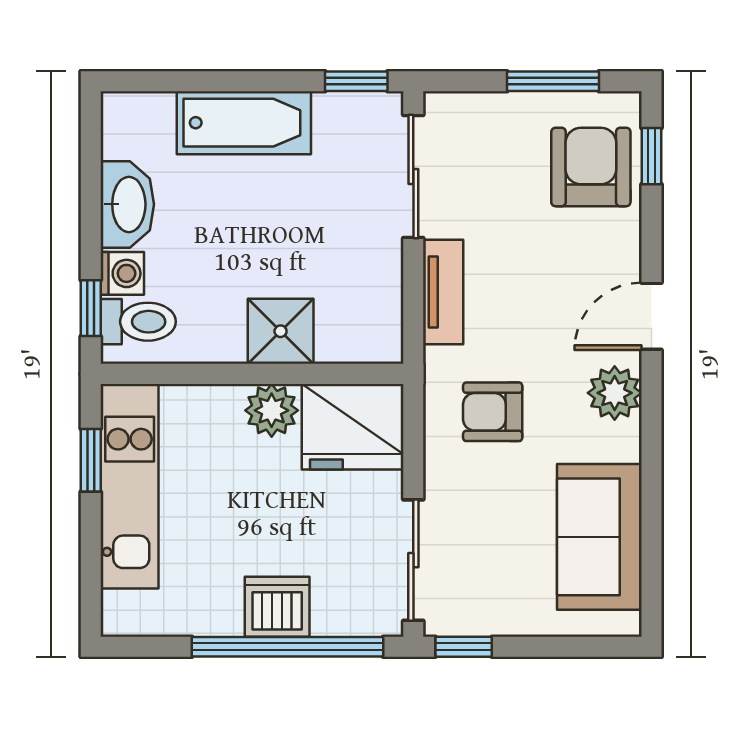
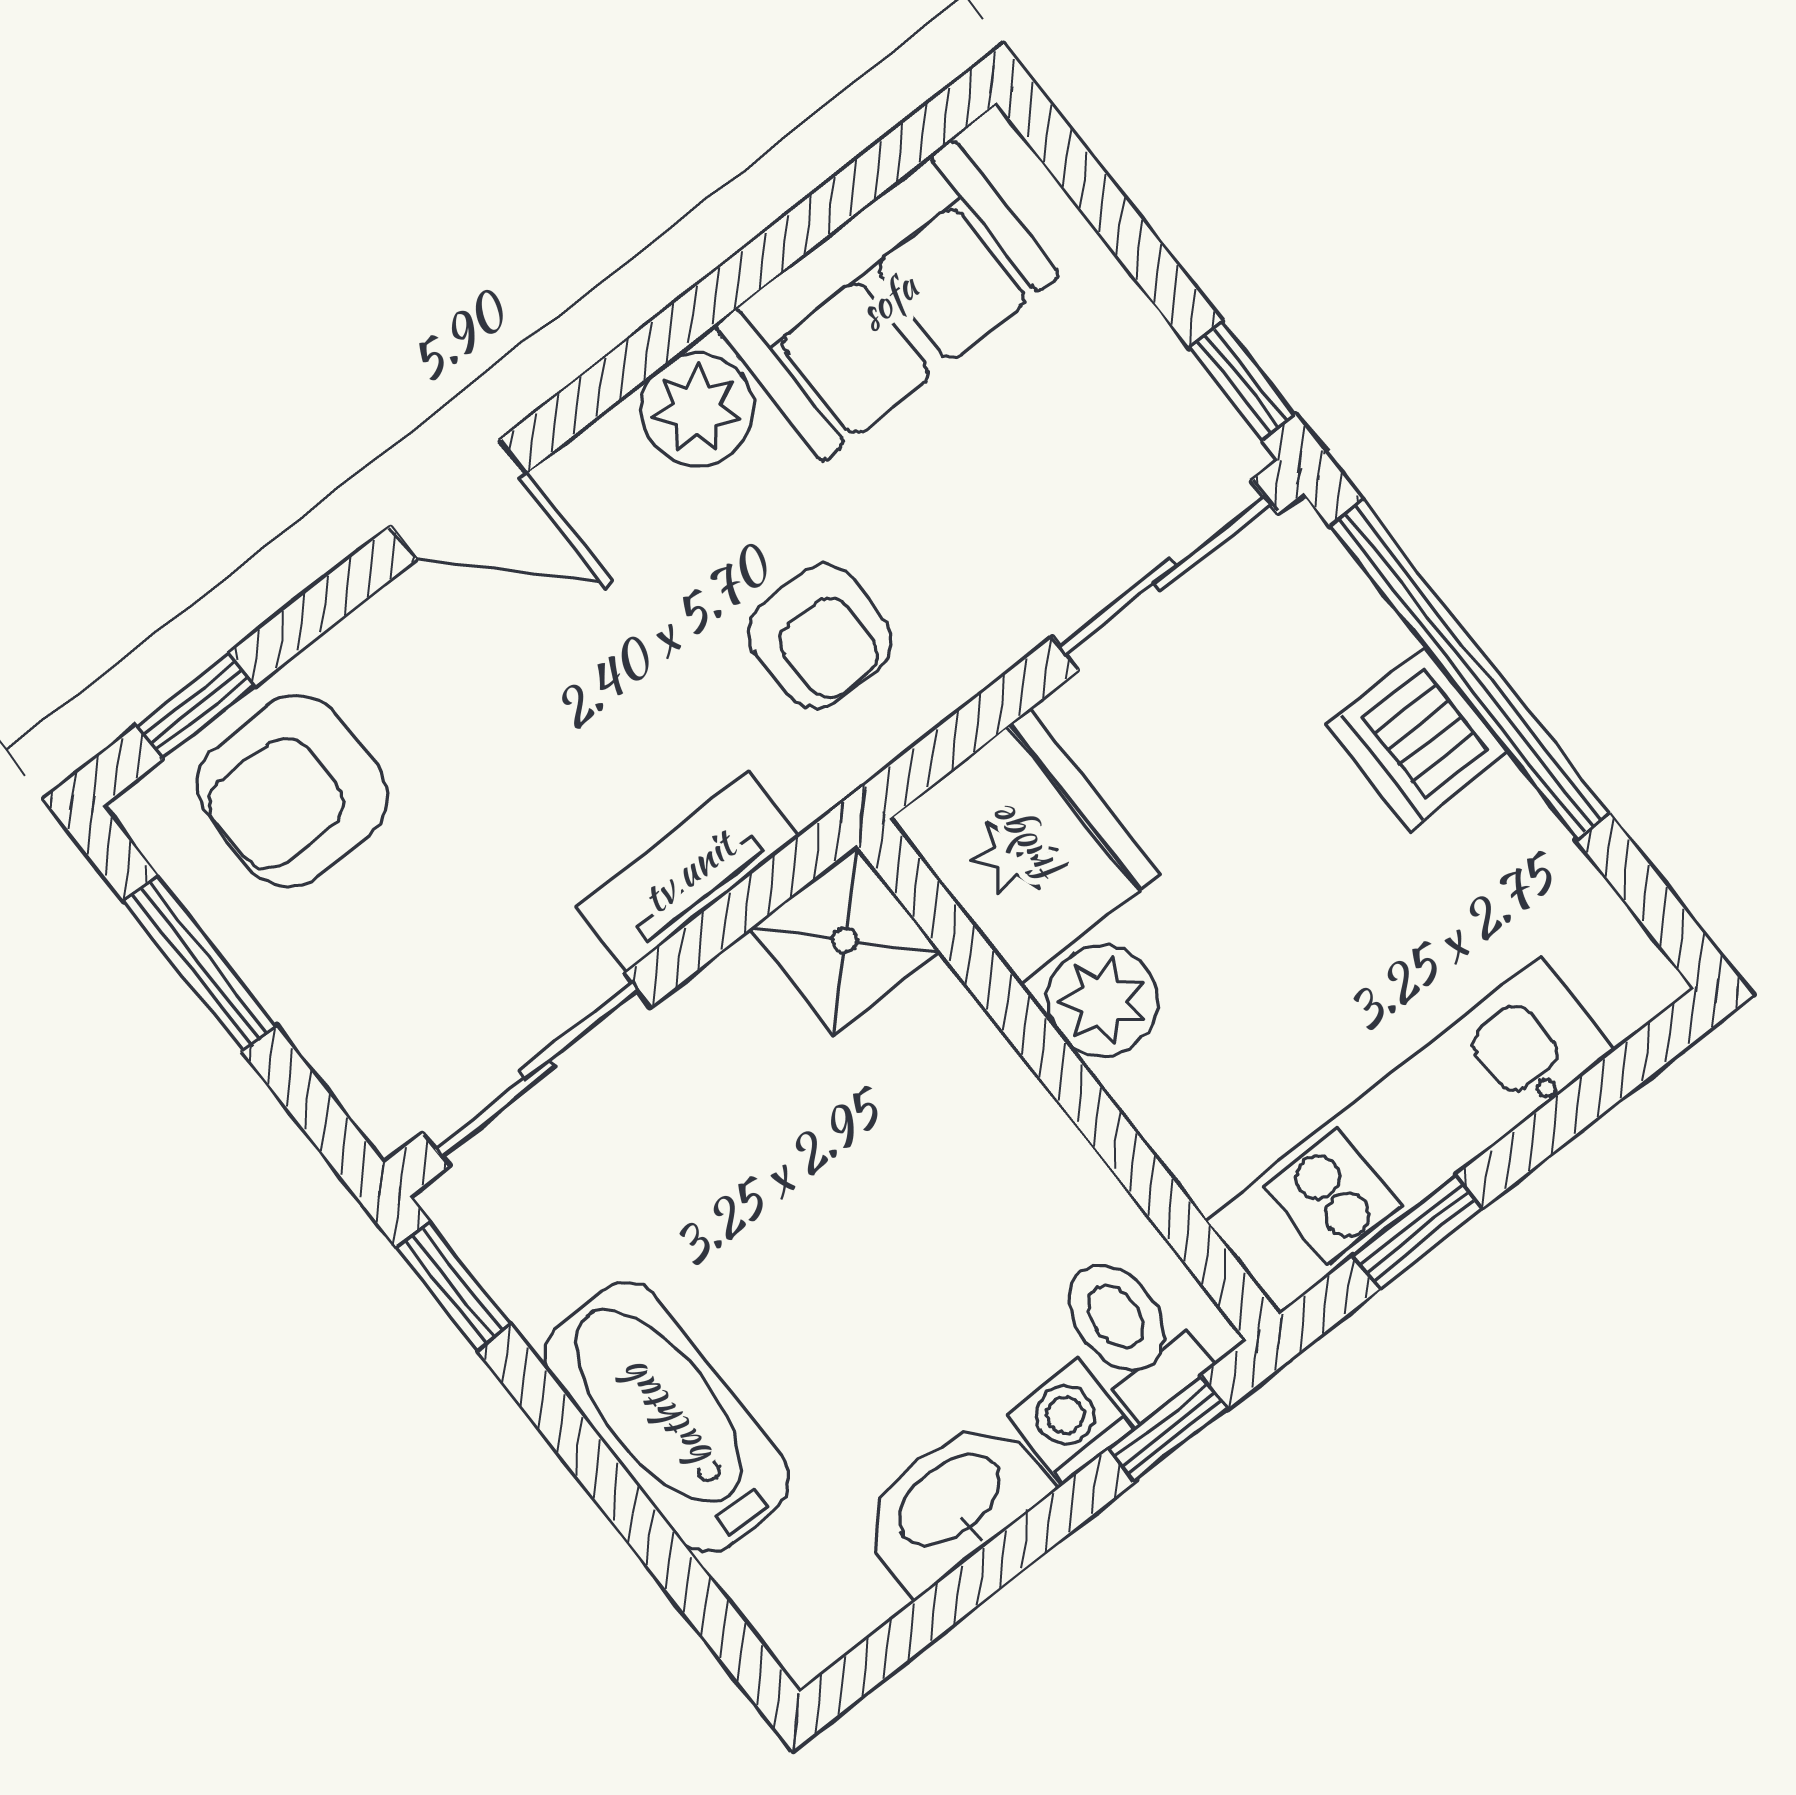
shower: (281, 331) -> (845, 940), moved
plant: (615, 393) -> (697, 409), moved

